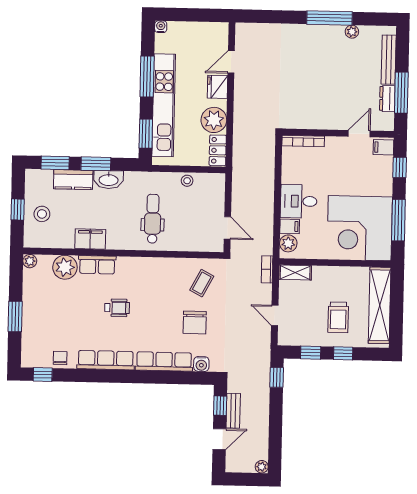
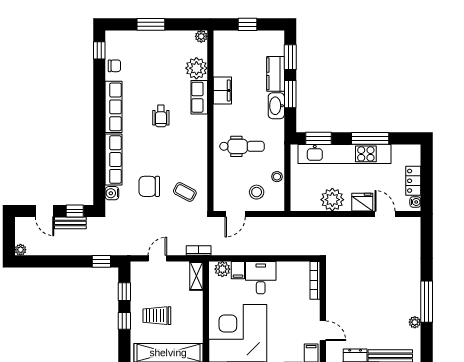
water cooler: (161, 27) -> (415, 202), moved
locker: (218, 150) -> (413, 181), moved, turned -90
stool: (42, 214) -> (257, 192), moved

